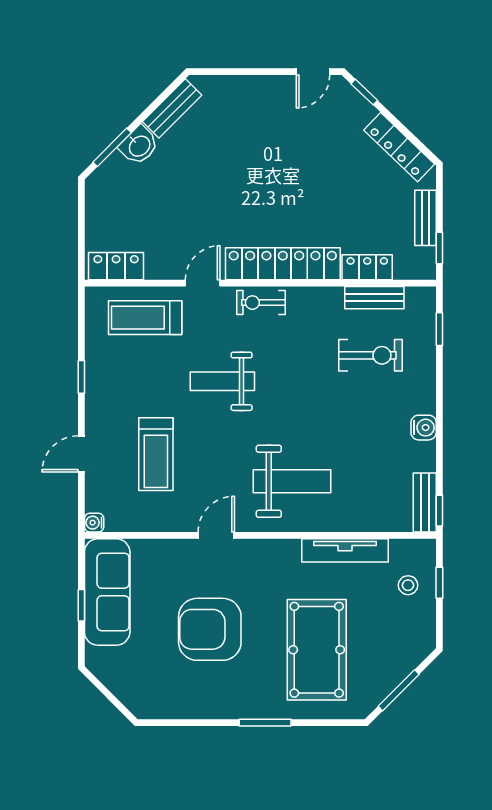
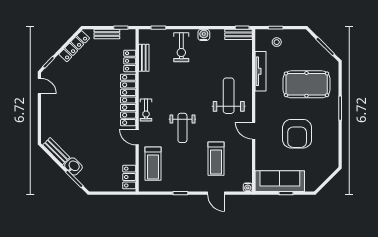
exercise bike: (371, 355) -> (181, 47), moved, turned 180
treadmill: (156, 454) -> (216, 159), turned 90

